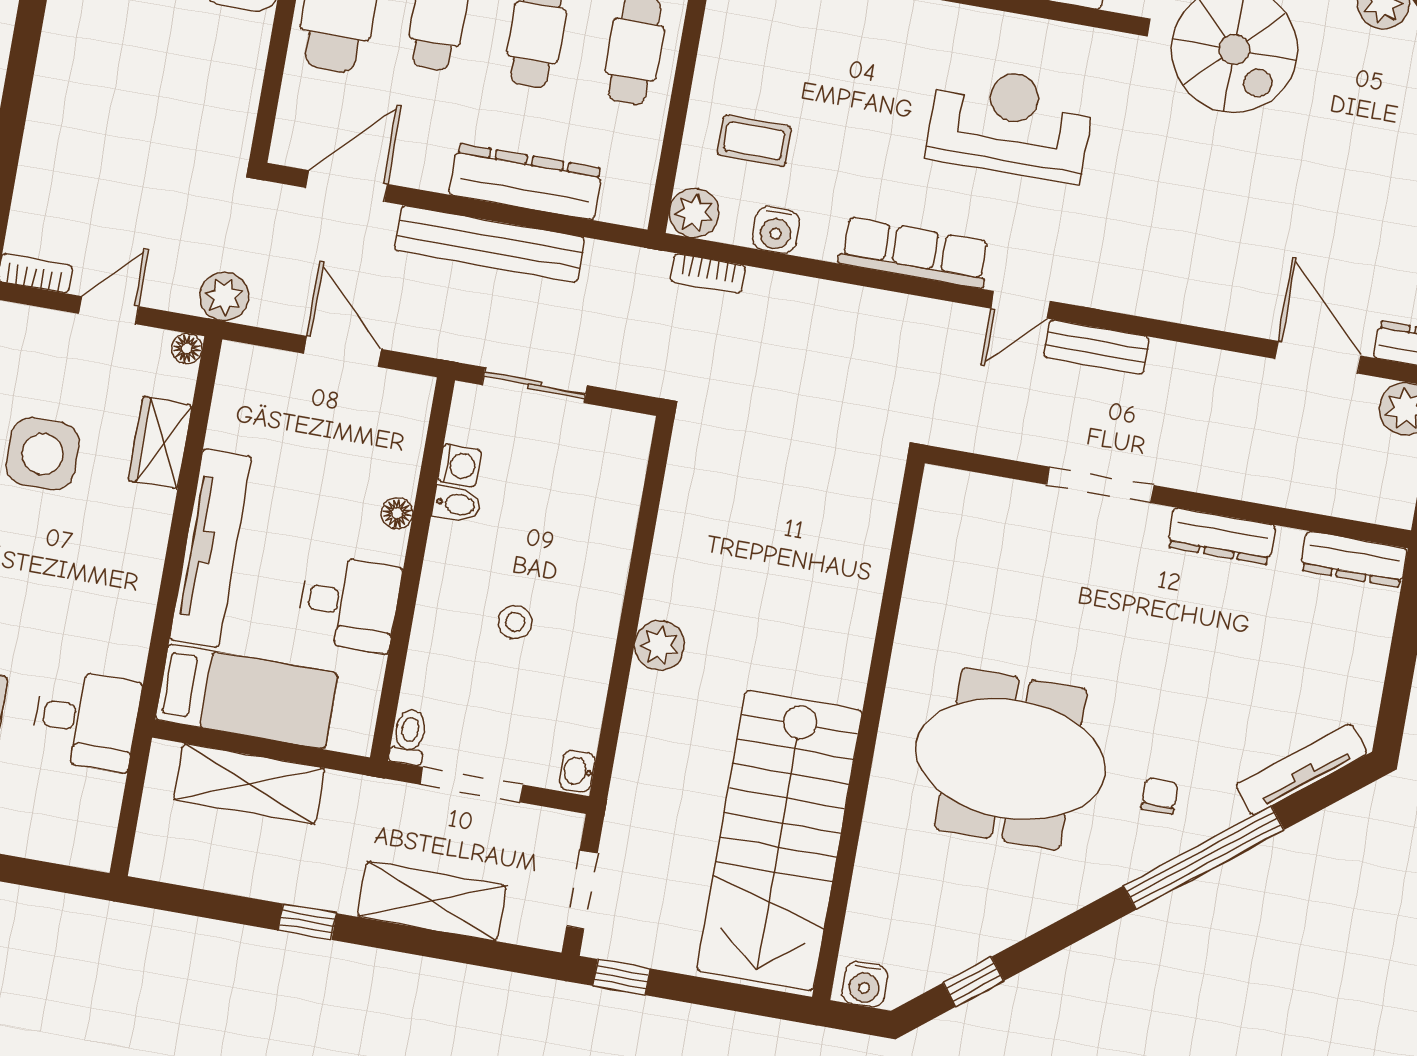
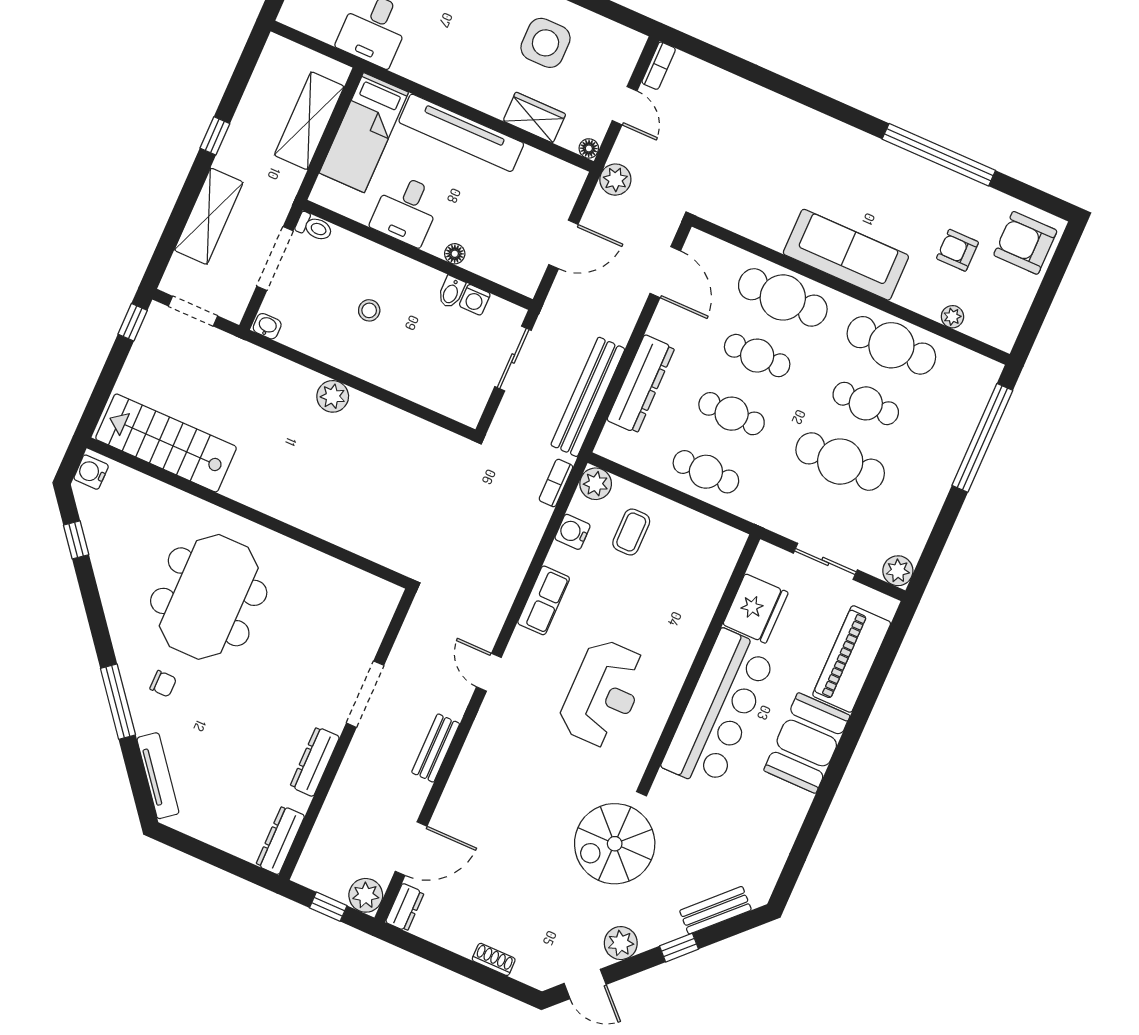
bench: (490, 244) -> (588, 397), moved
row of seats: (914, 253) -> (544, 600), width x0.68
bench: (1096, 347) -> (436, 748), moved
stairs: (779, 840) -> (166, 443), width x0.73, depth x0.66
window: (1204, 858) -> (118, 702), width x0.68

